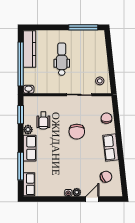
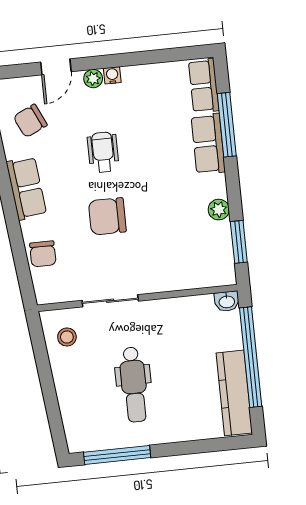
dental chair: (62, 59) -> (134, 385), moved
wheelchair: (43, 120) -> (103, 152), moved
chair: (77, 132) -> (107, 216), turned -90
row of seats: (30, 148) -> (208, 144), moved

